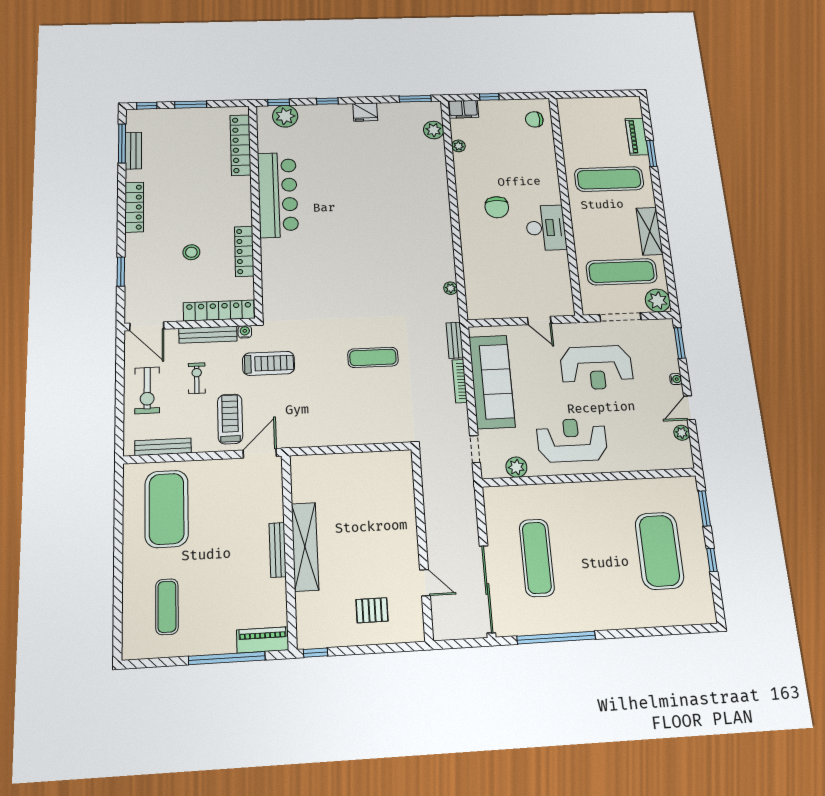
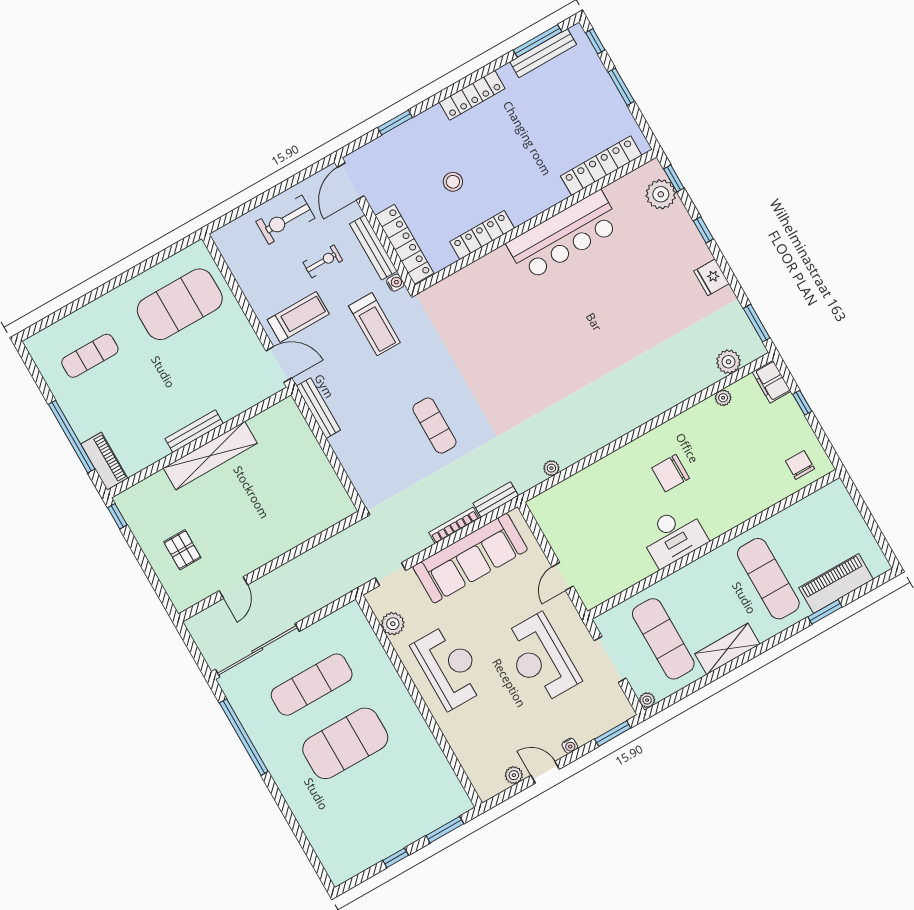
piano: (637, 137) -> (836, 584), width x1.37, depth x1.33
bench: (133, 151) -> (543, 53), width x1.36
plant: (658, 301) -> (647, 700), width x0.53, depth x0.53
bench: (163, 447) -> (318, 408), moved
exercise mat: (659, 551) -> (345, 743), moved

